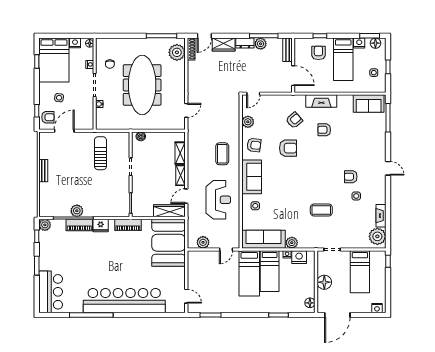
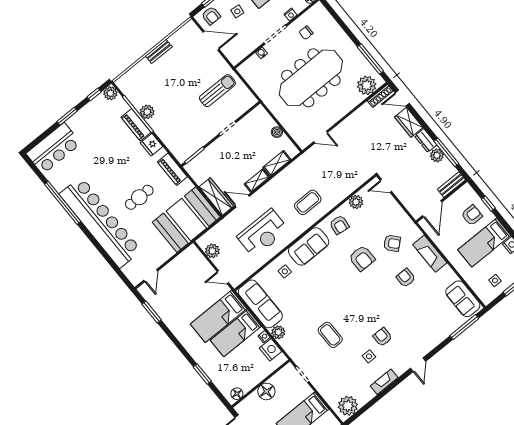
boiler: (141, 136) -> (277, 132), moved
fireplace: (381, 216) -> (384, 382), moved
cafe table: (129, 262) -> (139, 197), added

